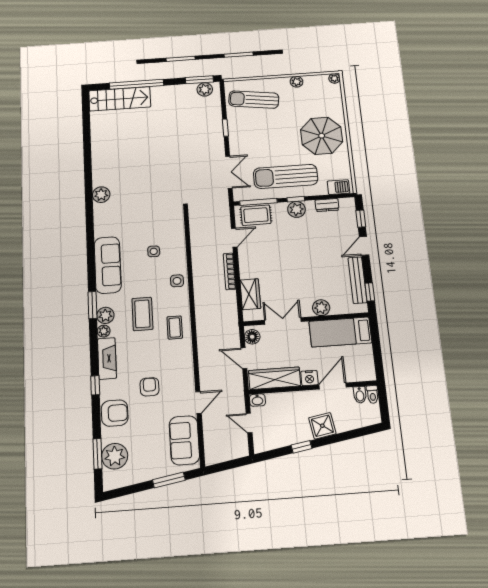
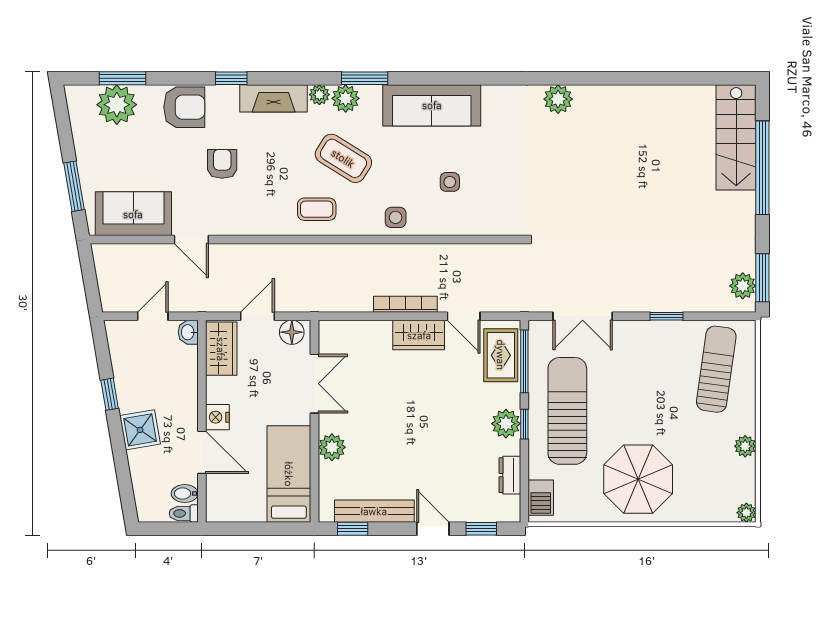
wardrobe: (250, 294) -> (419, 335), moved
coffee table: (142, 314) -> (343, 158), turned 32
wardrobe: (275, 378) -> (221, 349), width x0.67
armchair: (150, 387) -> (222, 164), turned -90
armchair: (115, 413) -> (184, 107), turned -90

